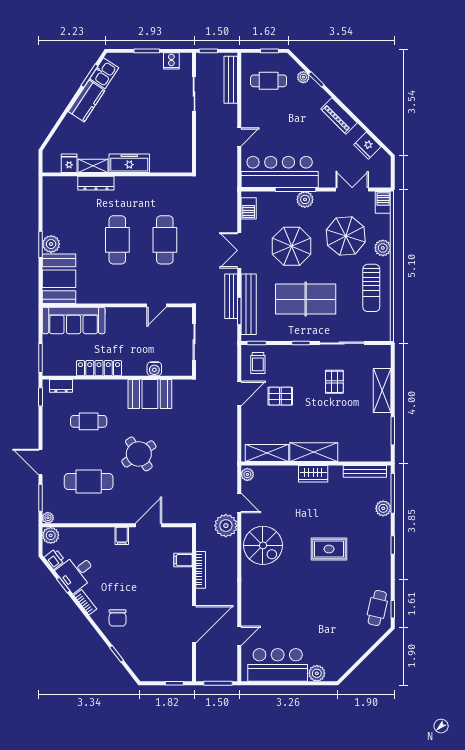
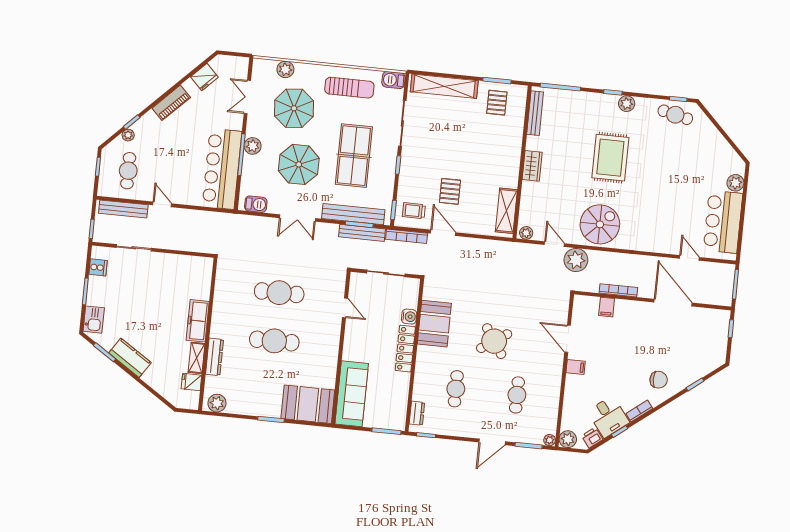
kitchen sink: (104, 73) -> (94, 320), moved, turned 57
door: (239, 137) -> (162, 204), moved
barbecue: (383, 202) -> (394, 80), moved
plant: (51, 244) -> (217, 403), moved
plant: (383, 248) -> (285, 69), moved
bench: (231, 296) -> (362, 233), moved
bookcase: (232, 358) -> (407, 236), added
trolley: (258, 363) -> (414, 211), turned 180
locker: (99, 368) -> (405, 349), moved
pallet: (334, 382) -> (497, 103), moved, turned 90
shelving: (382, 390) -> (444, 86), width x1.47
shelving: (314, 452) -> (510, 163), removed
cafe table: (89, 482) -> (517, 395), width x0.73, depth x0.74
door: (239, 503) -> (554, 244), hinge flipped
plant: (383, 508) -> (627, 104), moved
rug: (329, 549) -> (610, 158), width x1.36, depth x1.43

